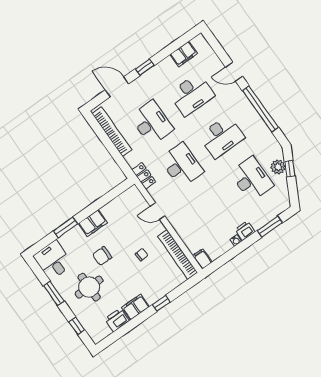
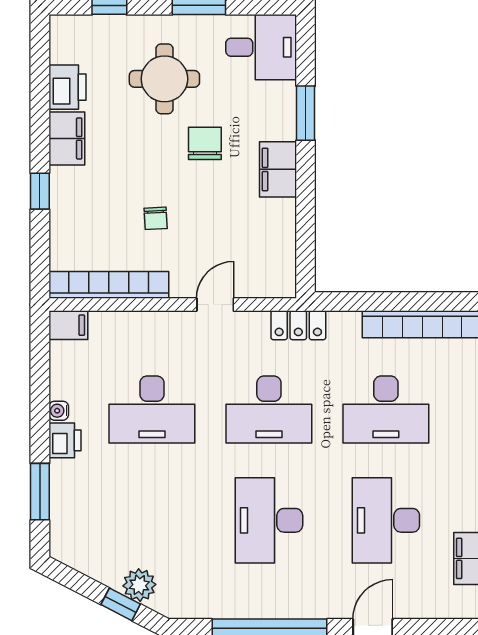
desk: (251, 179) -> (152, 409), moved

